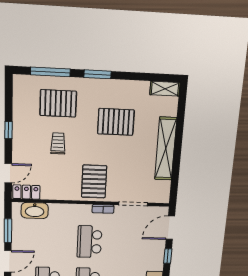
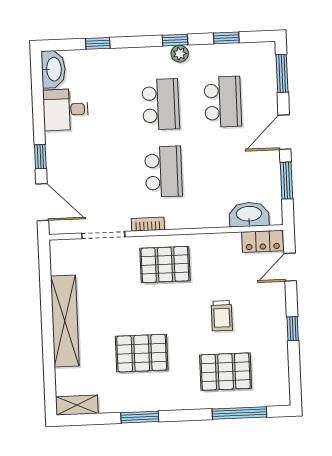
window: (98, 74) -> (140, 417), moved
pallet: (94, 182) -> (165, 265), turned 90
door: (170, 228) -> (42, 202), hinge flipped

